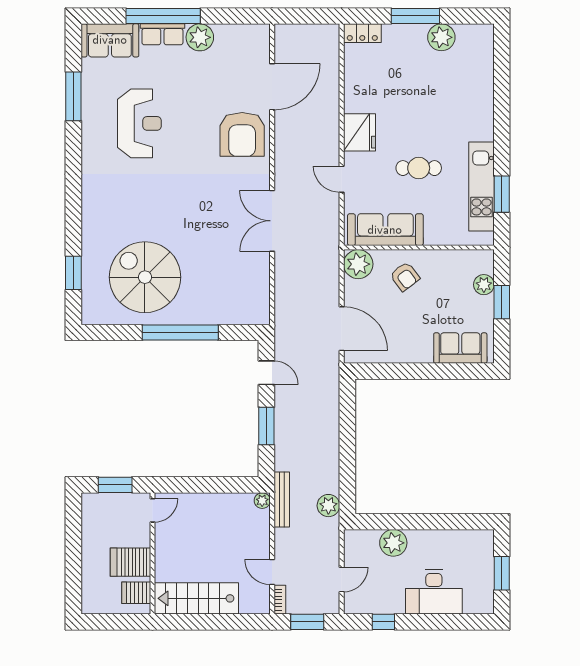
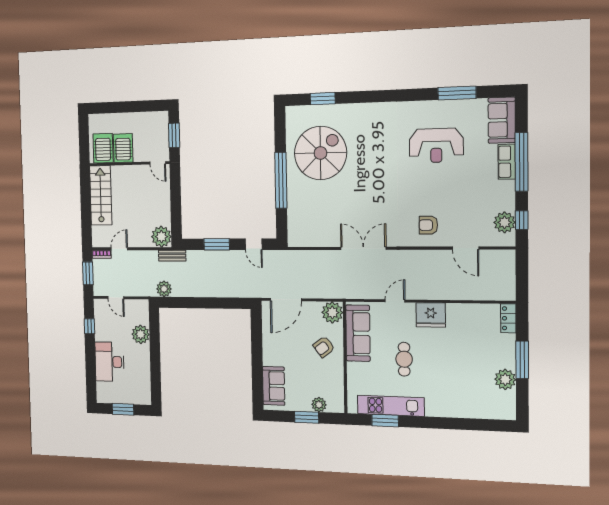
window: (237, 16) -> (522, 220), added
plant: (200, 37) -> (505, 222), moved
door: (272, 87) -> (466, 248), width x0.73
armchair: (242, 134) -> (428, 225), width x0.53, depth x0.53
door: (266, 373) -> (254, 244), hinge flipped
bench: (282, 499) -> (172, 256), width x0.73
plant: (262, 501) -> (161, 237), width x1.87, depth x1.87
server rack: (136, 593) -> (103, 148), width x1.36, depth x1.44

